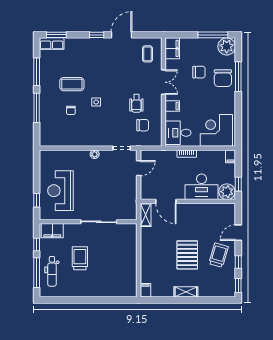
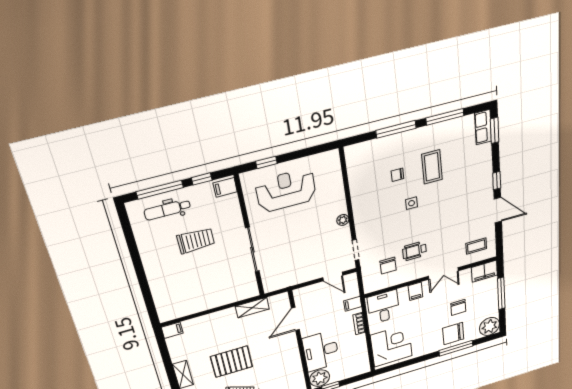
window: (213, 35) -> (501, 293), moved
filing cabinet: (231, 156) -> (353, 304), moved
shelving: (146, 215) -> (252, 308), moved
filing cabinet: (52, 231) -> (225, 187), width x0.50

